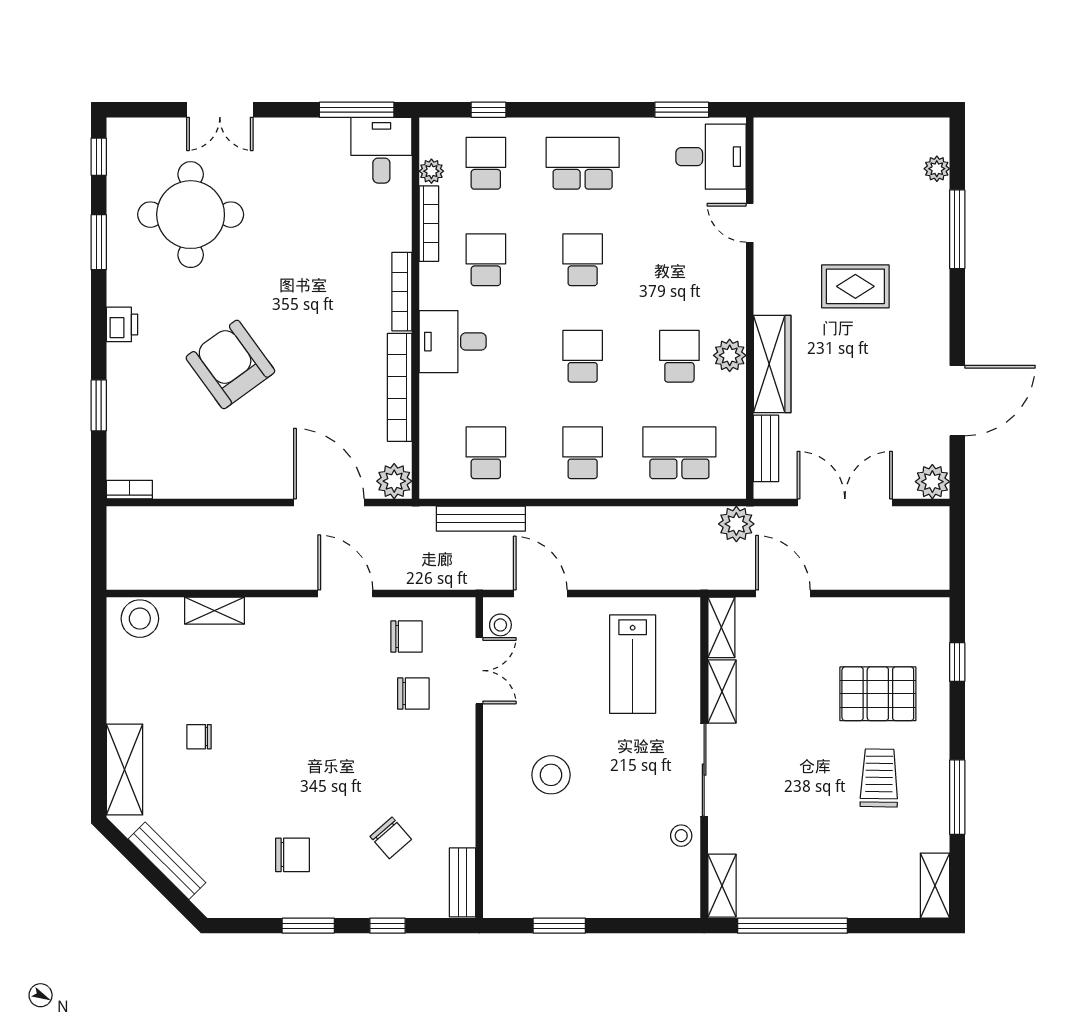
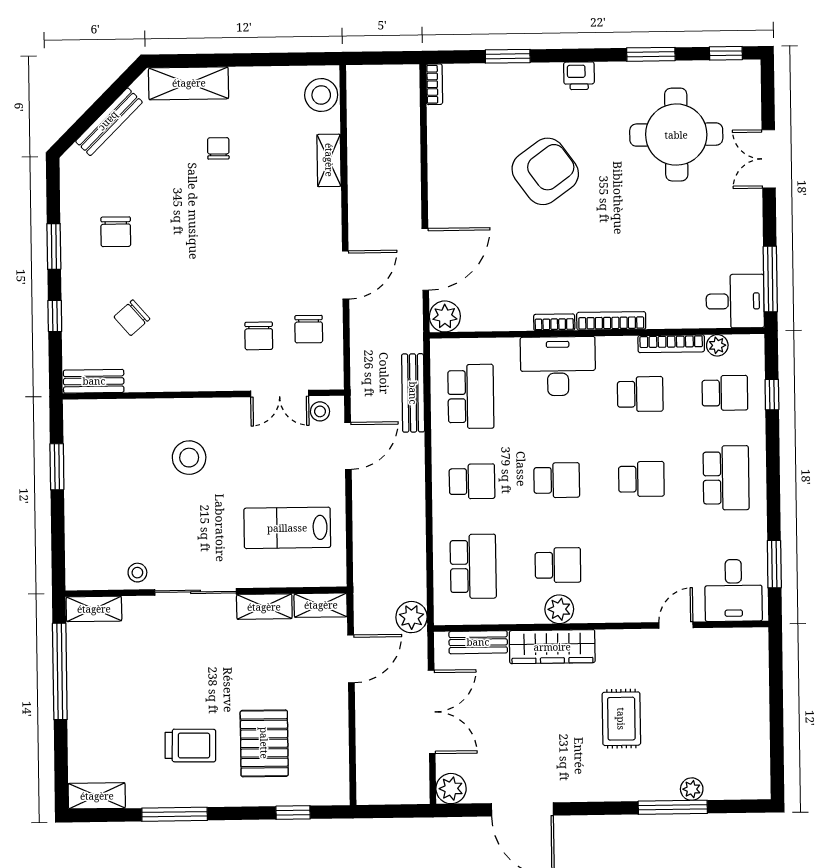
plant: (937, 169) -> (692, 789), moved
desk: (453, 342) -> (558, 366), width x1.37
bookcase: (400, 387) -> (554, 322), width x0.43, depth x0.76
school desk: (486, 453) -> (471, 396), width x1.85

